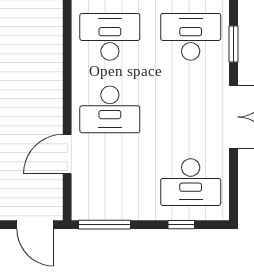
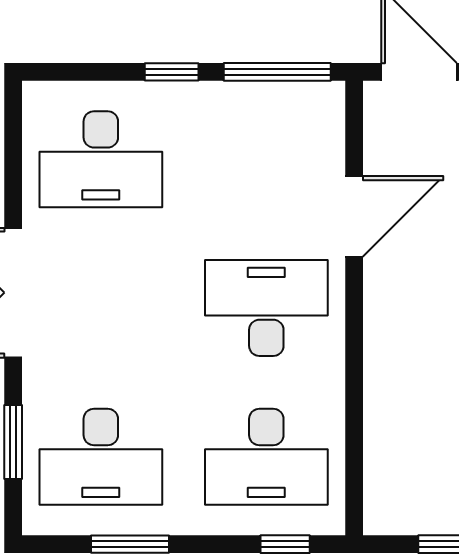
desk: (191, 182) -> (101, 159), turned 180
window: (181, 225) -> (172, 72), moved

